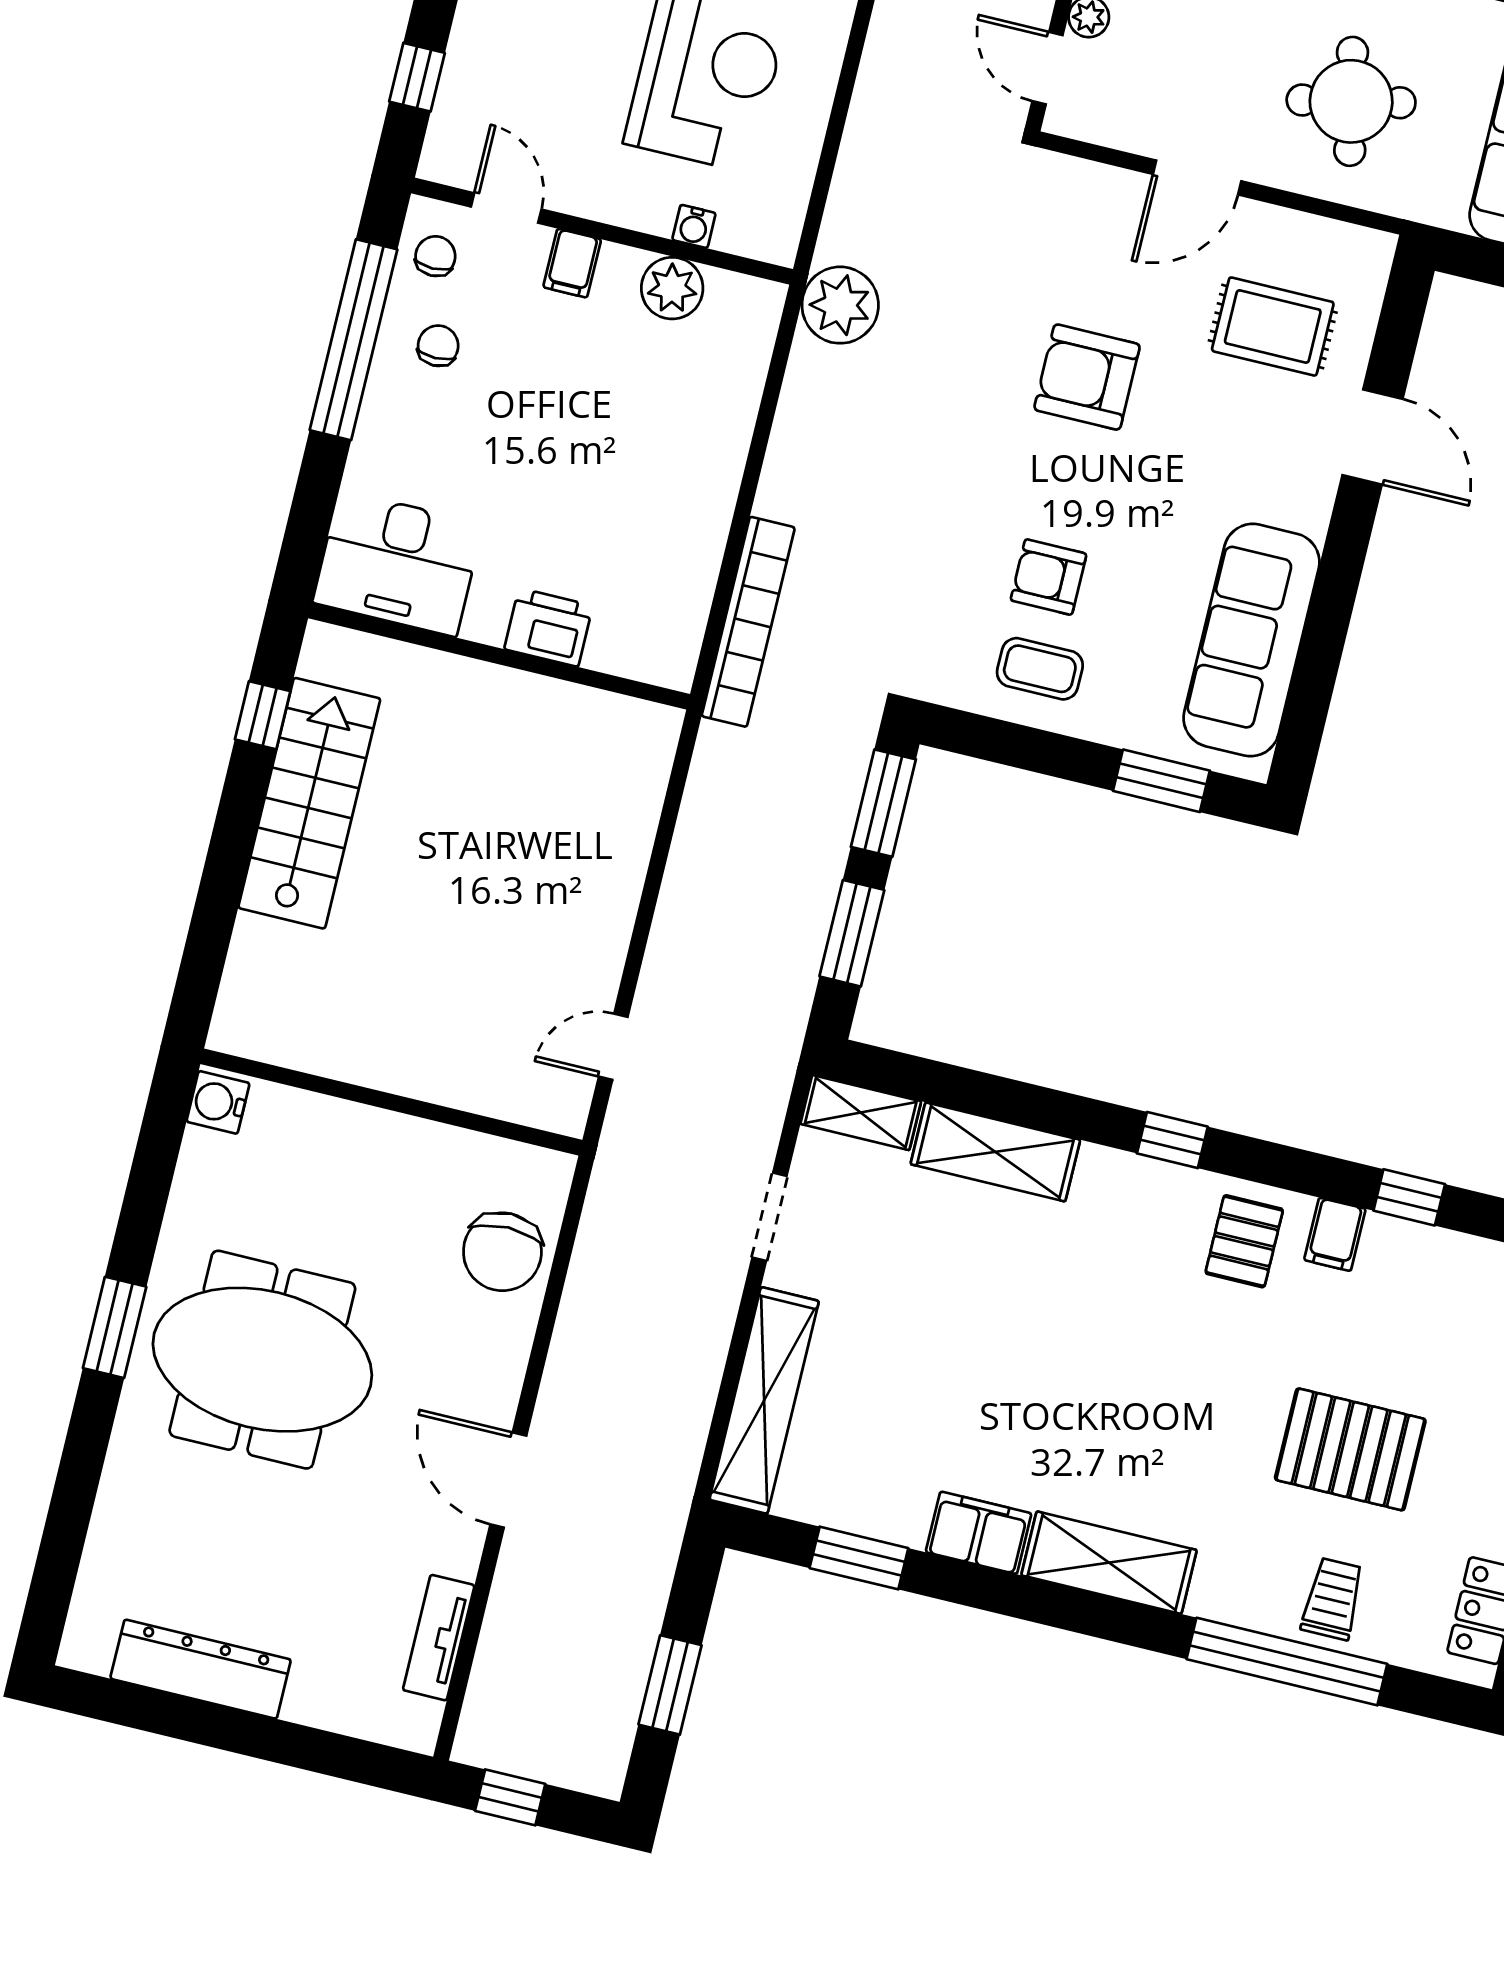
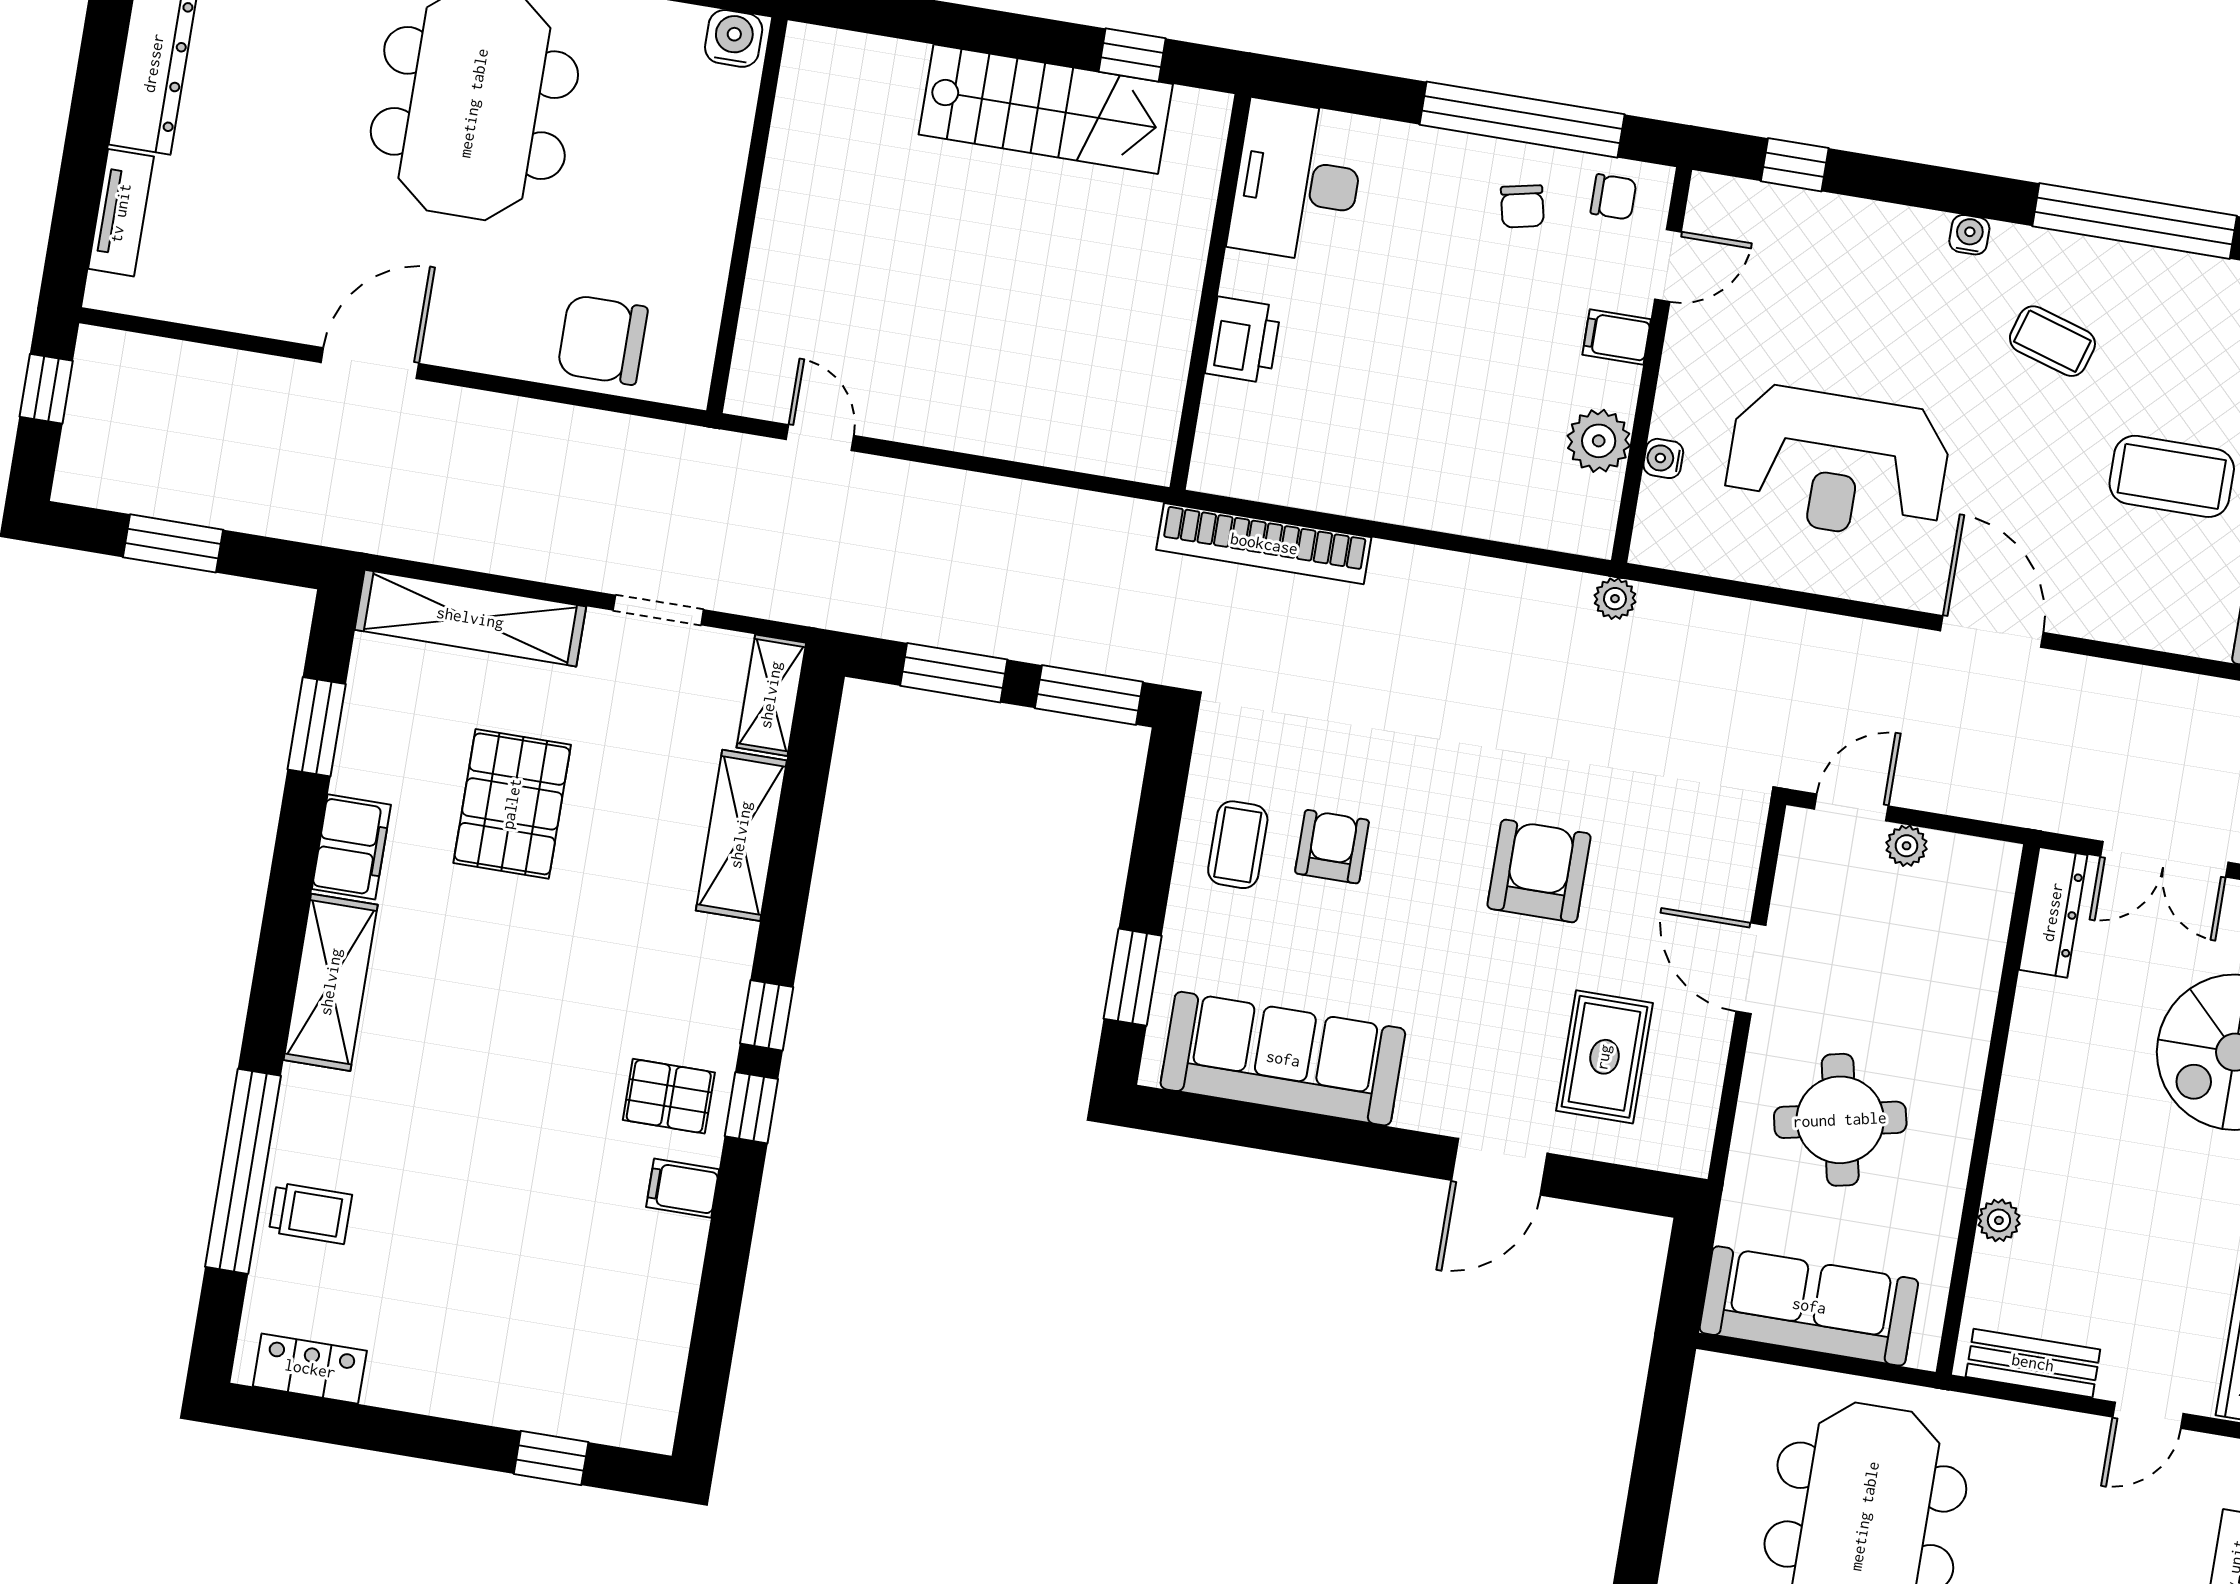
plant: (840, 305) -> (1615, 599), width x0.53, depth x0.53
chair: (438, 346) -> (1522, 206), turned 78
window: (1409, 1197) -> (751, 1108), moved
pallet: (1350, 1449) -> (512, 804), moved
tv unit: (439, 1638) -> (121, 213), moved, turned 90

